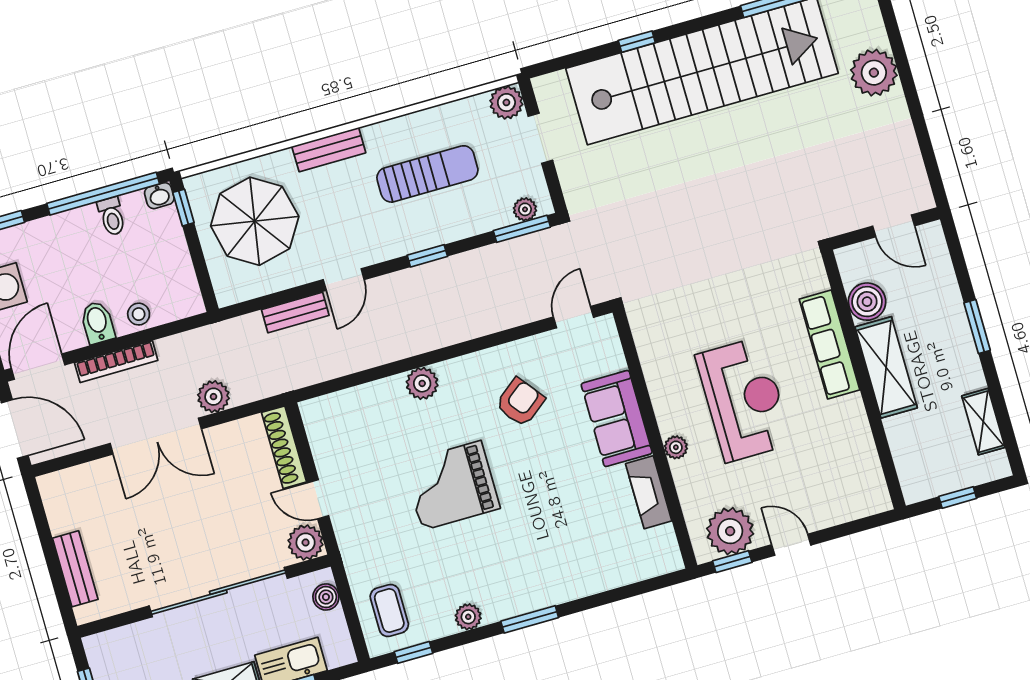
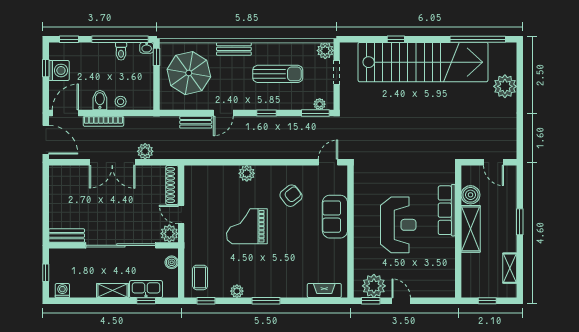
plant: (676, 447) -> (359, 238), removed
fireplace: (649, 492) -> (324, 291), moved, turned 90
bench: (75, 569) -> (67, 236), moved, turned 90

